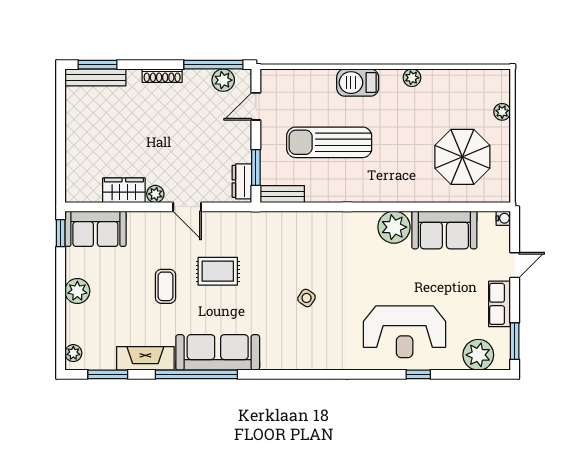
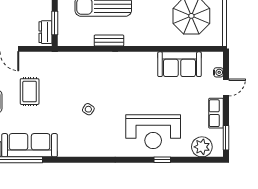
bench: (282, 194) -> (109, 41), moved
water cooler: (503, 218) -> (218, 72), moved
plant: (394, 227) -> (146, 62), removed
rug: (218, 271) -> (30, 92), turned 90

